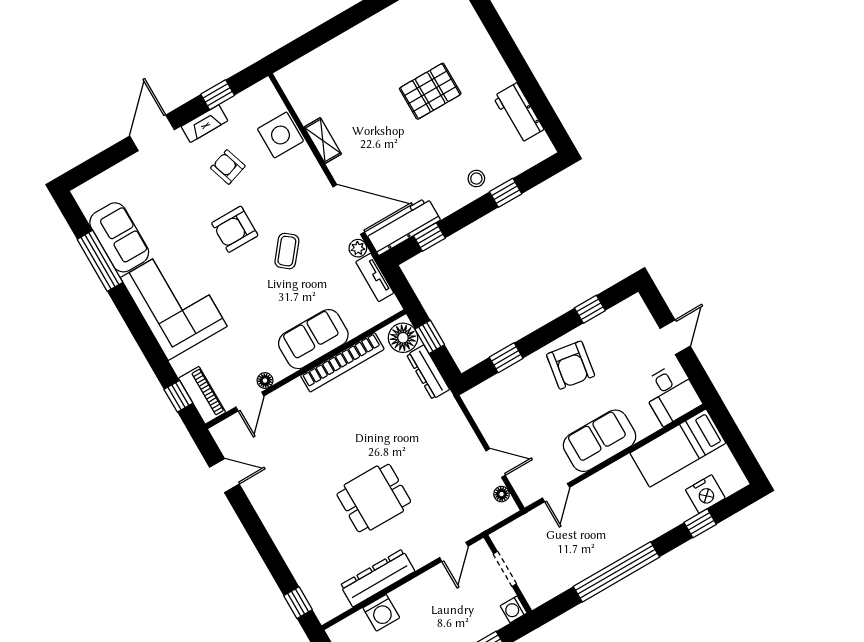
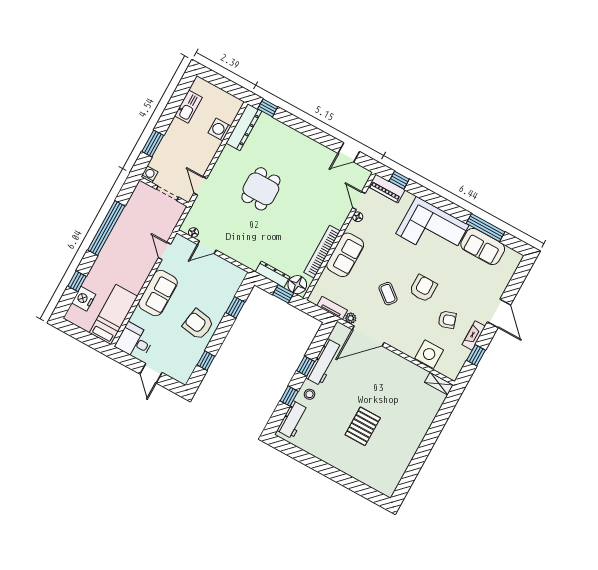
workbench: (518, 113) -> (293, 420), moved, turned 90
shelving: (323, 140) -> (439, 384), moved
workbench: (403, 226) -> (324, 362), moved
window: (429, 237) -> (306, 366), moved
dresser: (378, 578) -> (244, 127), moved

